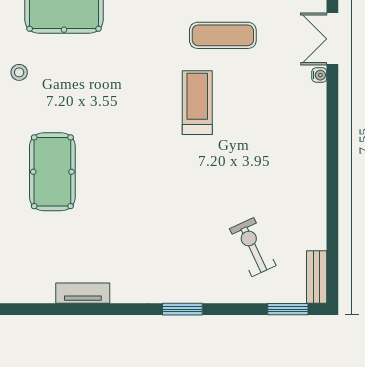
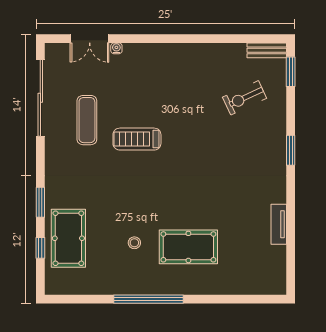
stool: (19, 72) -> (134, 243), moved

